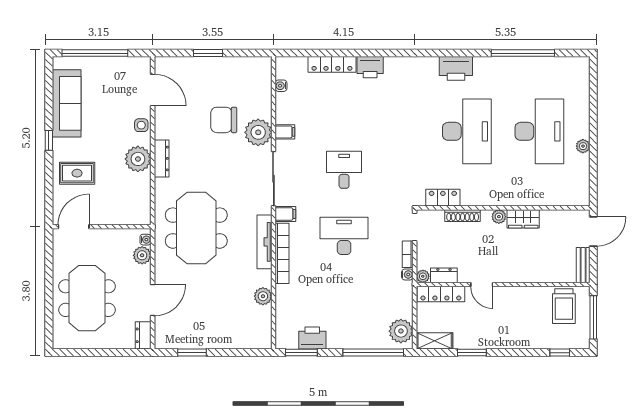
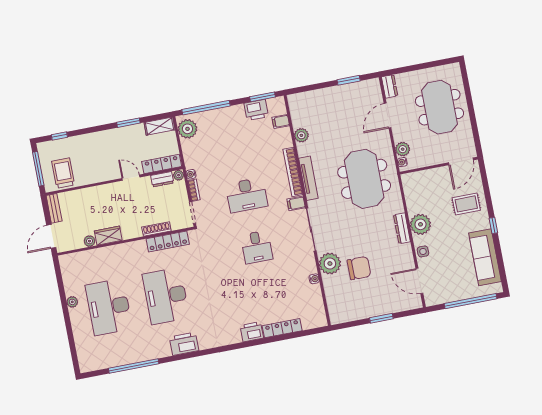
water cooler: (281, 86) -> (314, 279), moved
filing cabinet: (285, 132) -> (281, 122), moved
locker: (443, 198) -> (168, 241), width x1.53
plant: (499, 217) -> (90, 241), moved

